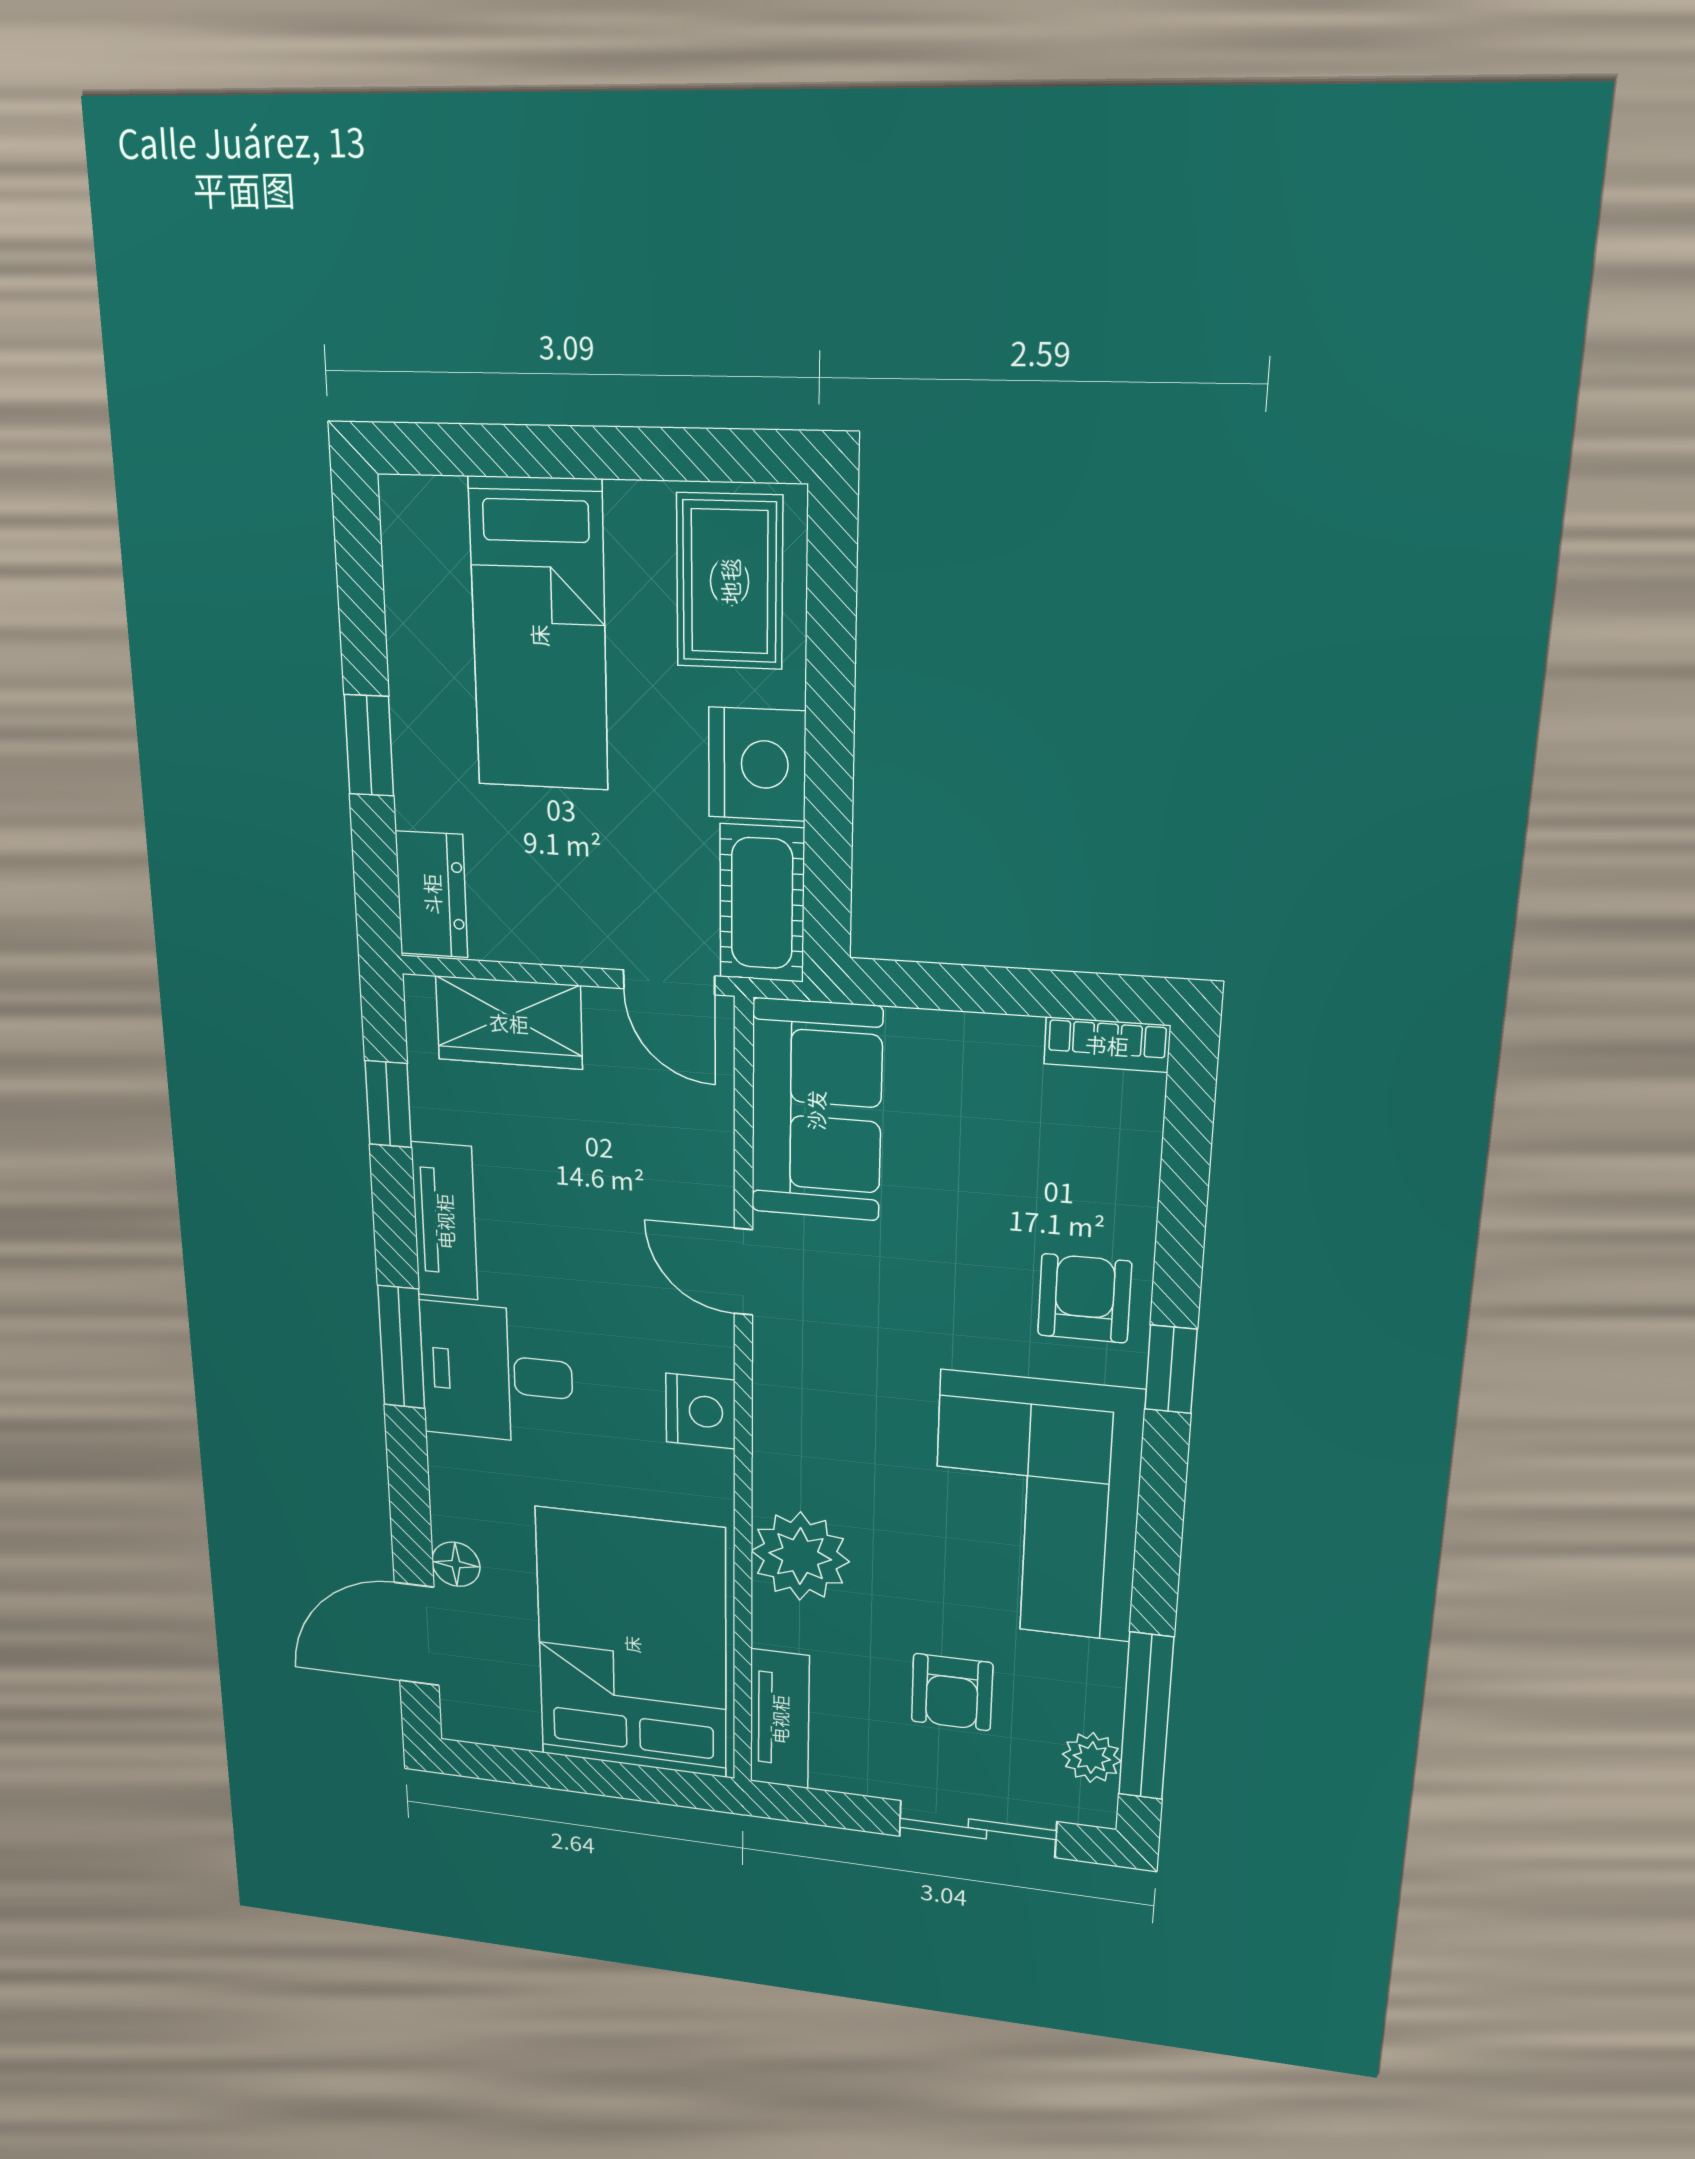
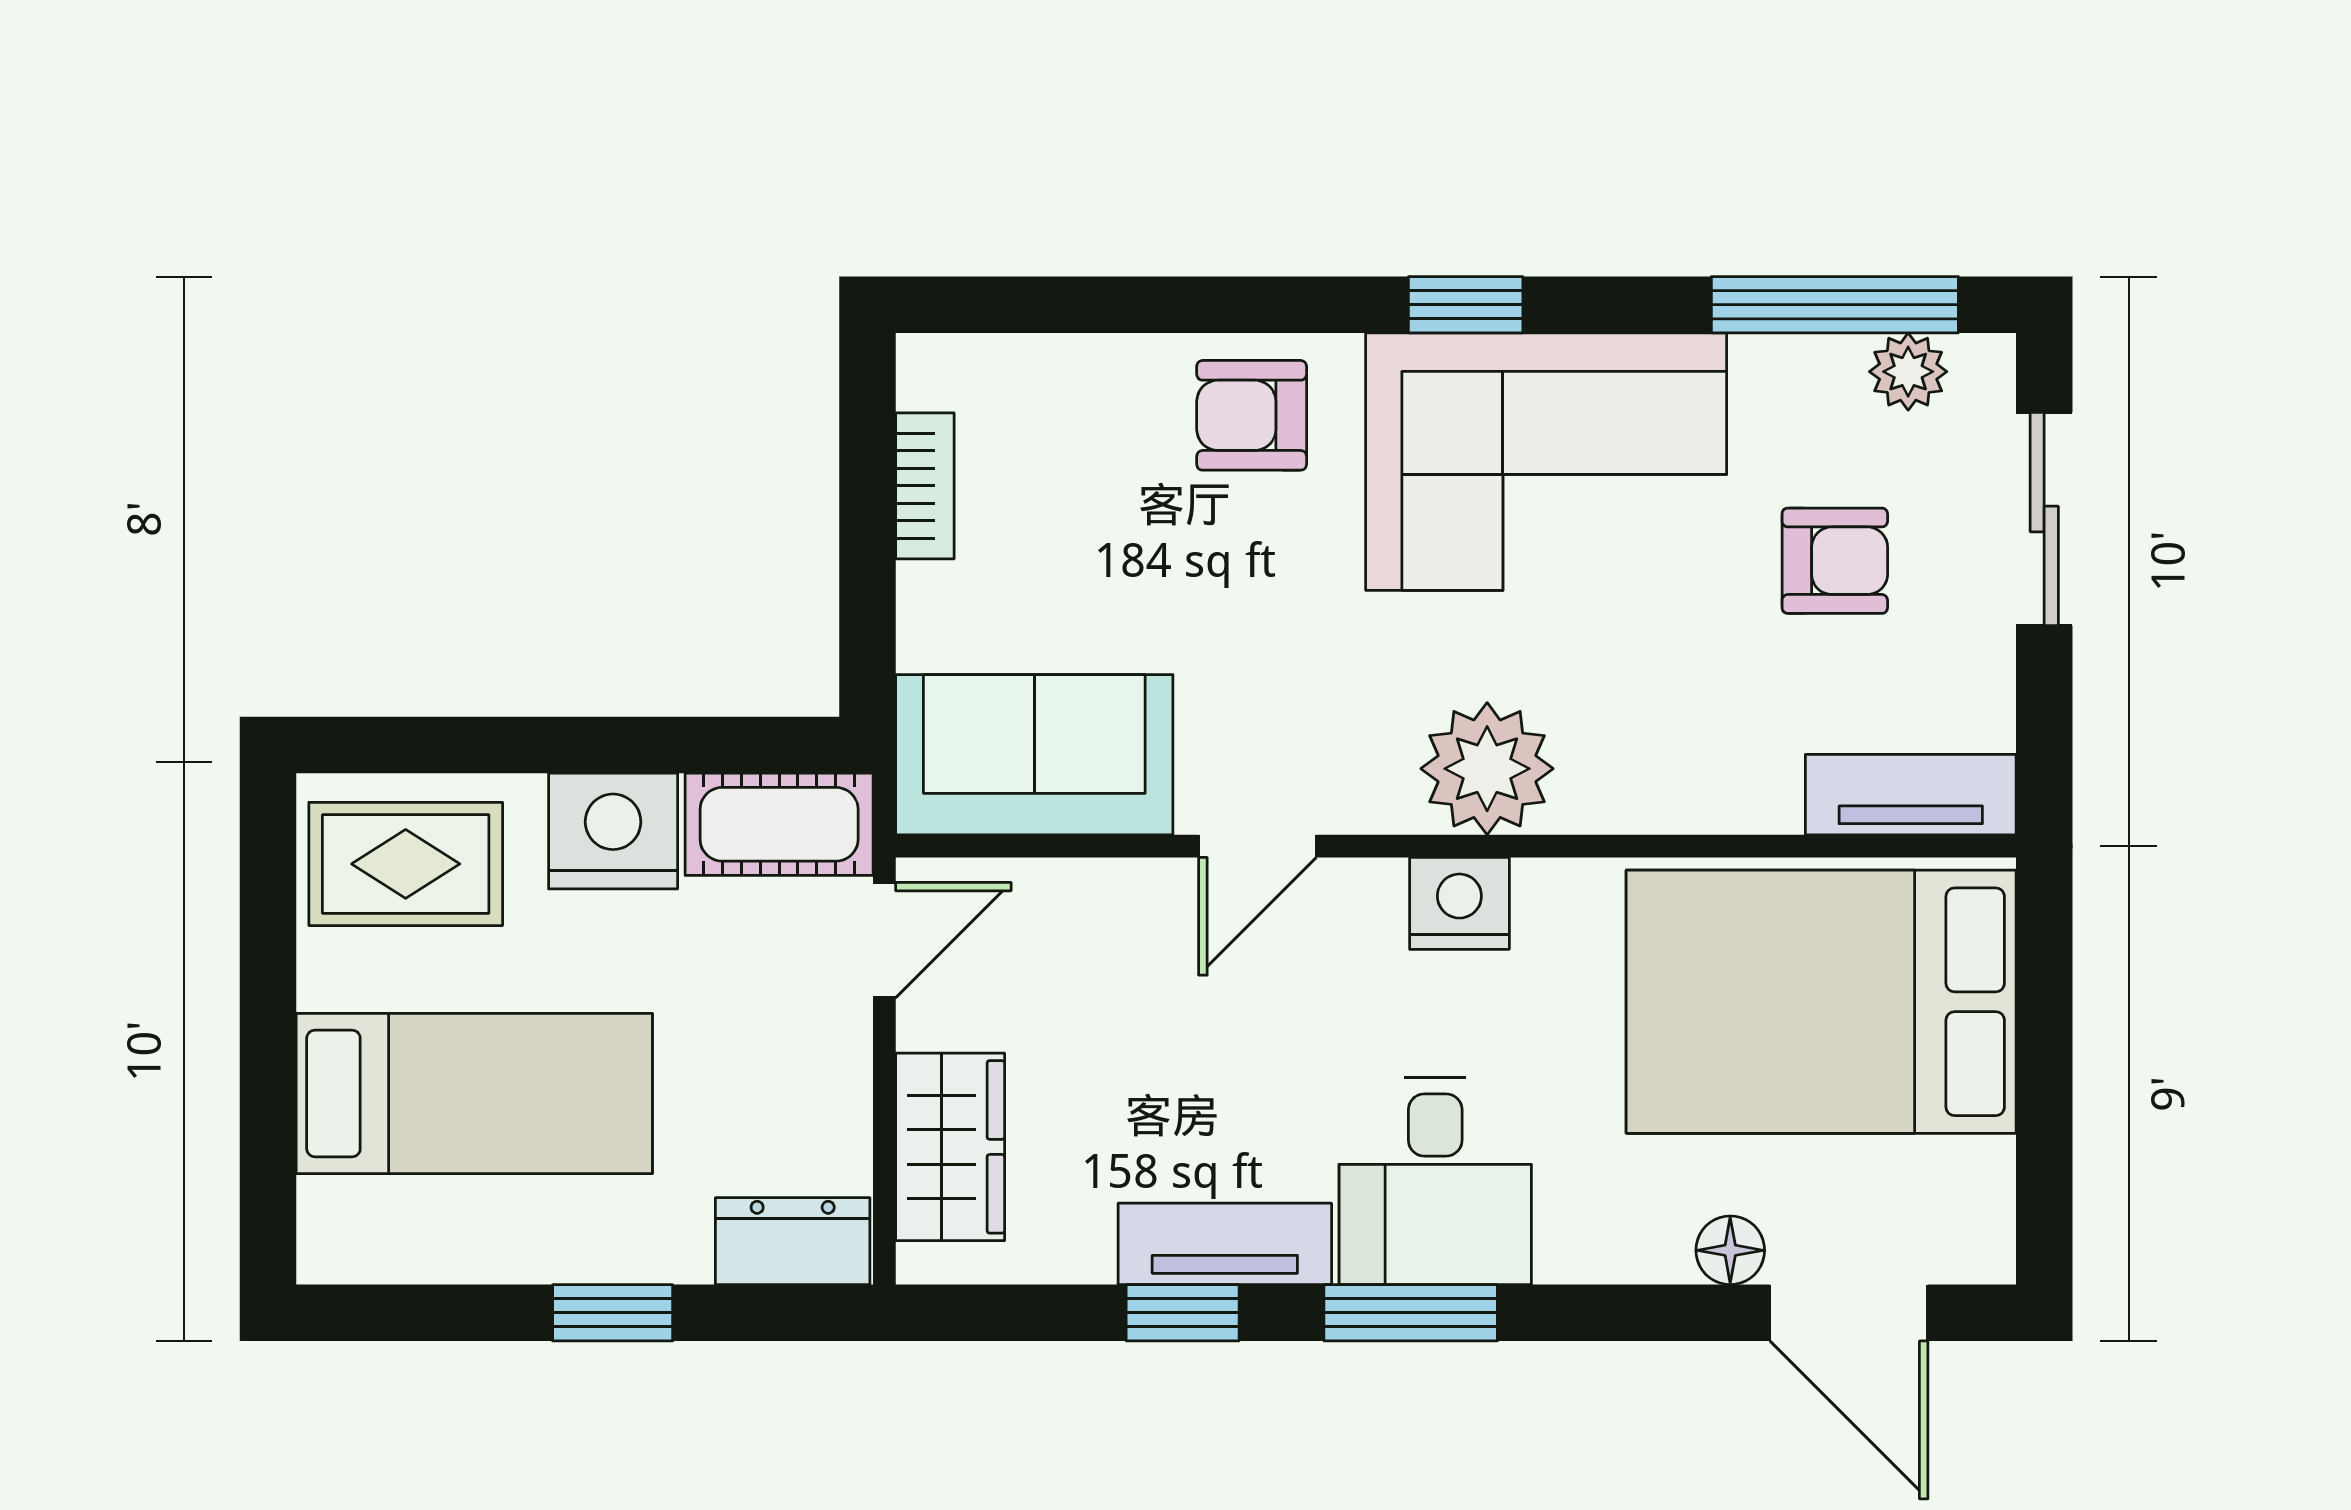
bookcase: (1107, 1045) -> (925, 486), moved
window: (388, 1104) -> (1183, 1313), moved
window: (1171, 1369) -> (1466, 305), moved
plant: (800, 1556) -> (1487, 769), moved

